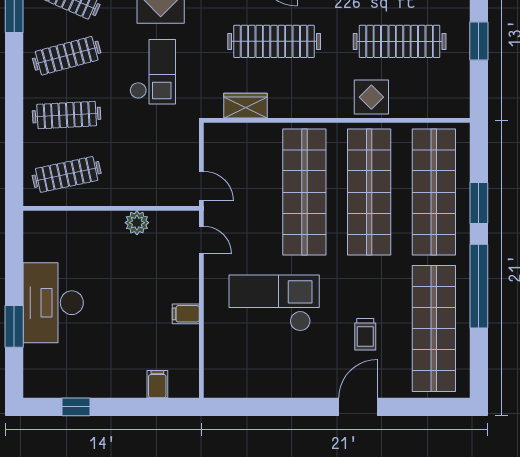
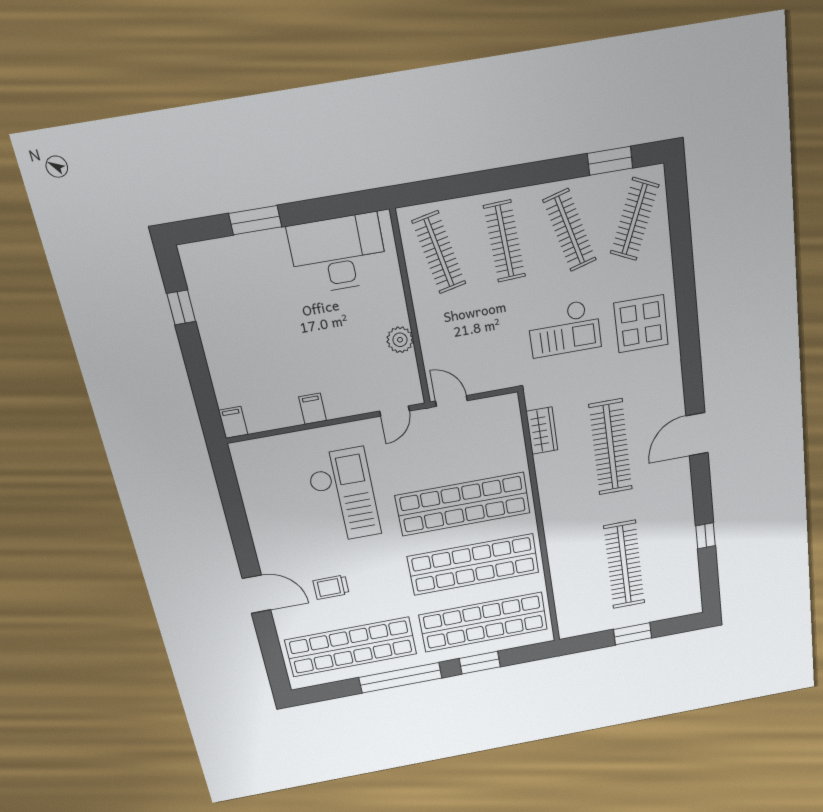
display table: (371, 97) -> (567, 549), removed
door: (201, 186) -> (451, 401), swing flipped
desk: (53, 303) -> (338, 254), moved
filing cabinet: (157, 384) -> (233, 422), moved, turned -90

